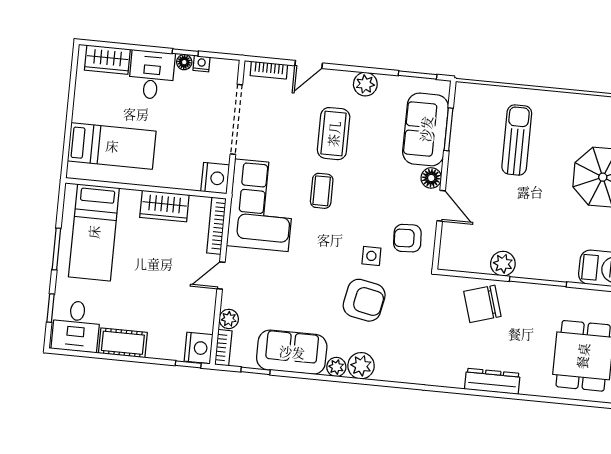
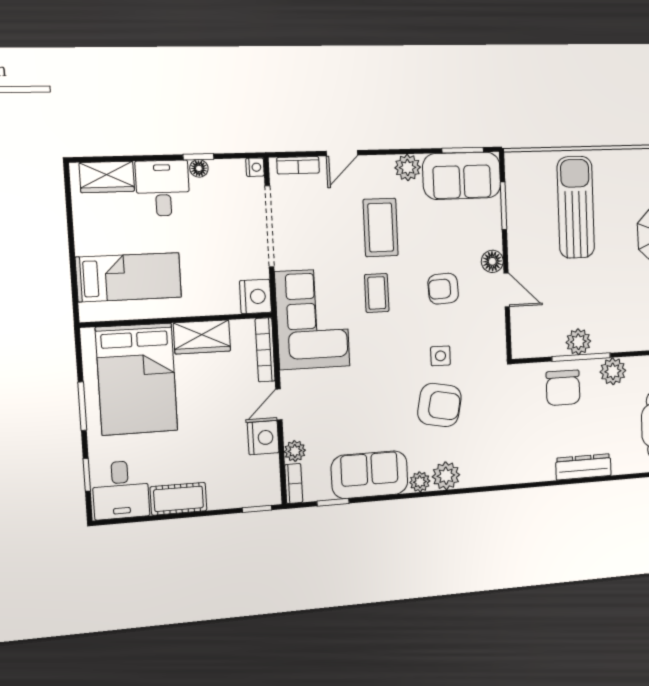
nightstand: (202, 64) -> (255, 167), moved, turned 90
sofa: (426, 129) -> (462, 176), moved, turned -90
sun lounger: (517, 140) -> (576, 207), width x1.36, depth x1.34
bed: (94, 232) -> (137, 379), width x1.50
armchair: (407, 238) -> (443, 289), moved
window: (538, 282) -> (581, 357), moved
plant: (533, 296) -> (613, 371), added
chair: (482, 304) -> (563, 388), turned -73
nightstand: (199, 348) -> (263, 438), moved

